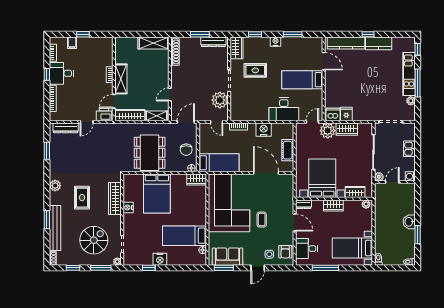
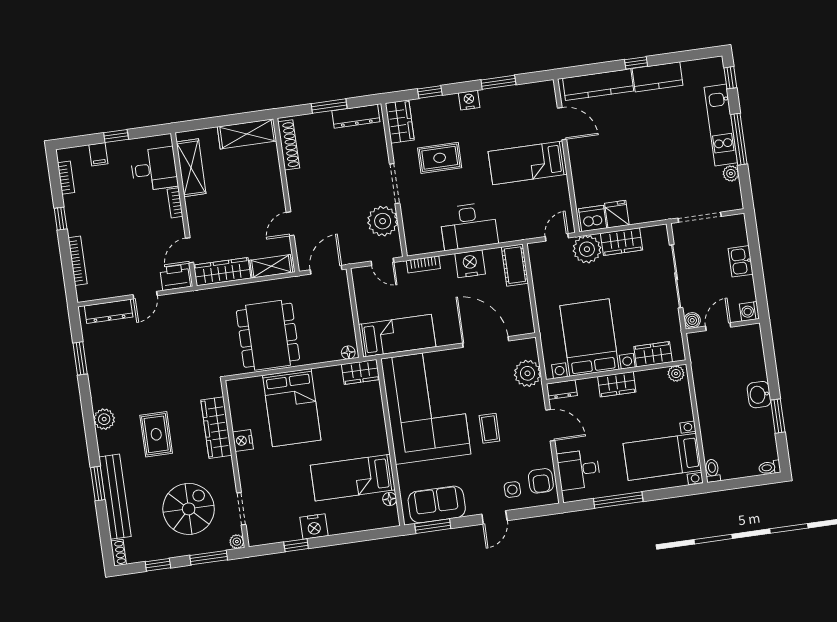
desk: (61, 73) -> (154, 169), moved, turned 180
shelving: (121, 79) -> (191, 168), moved
desk: (284, 109) -> (469, 226), moved
chair: (186, 150) -> (334, 320), removed
cot: (288, 150) -> (515, 265), moved
plant: (286, 193) -> (527, 373), added

